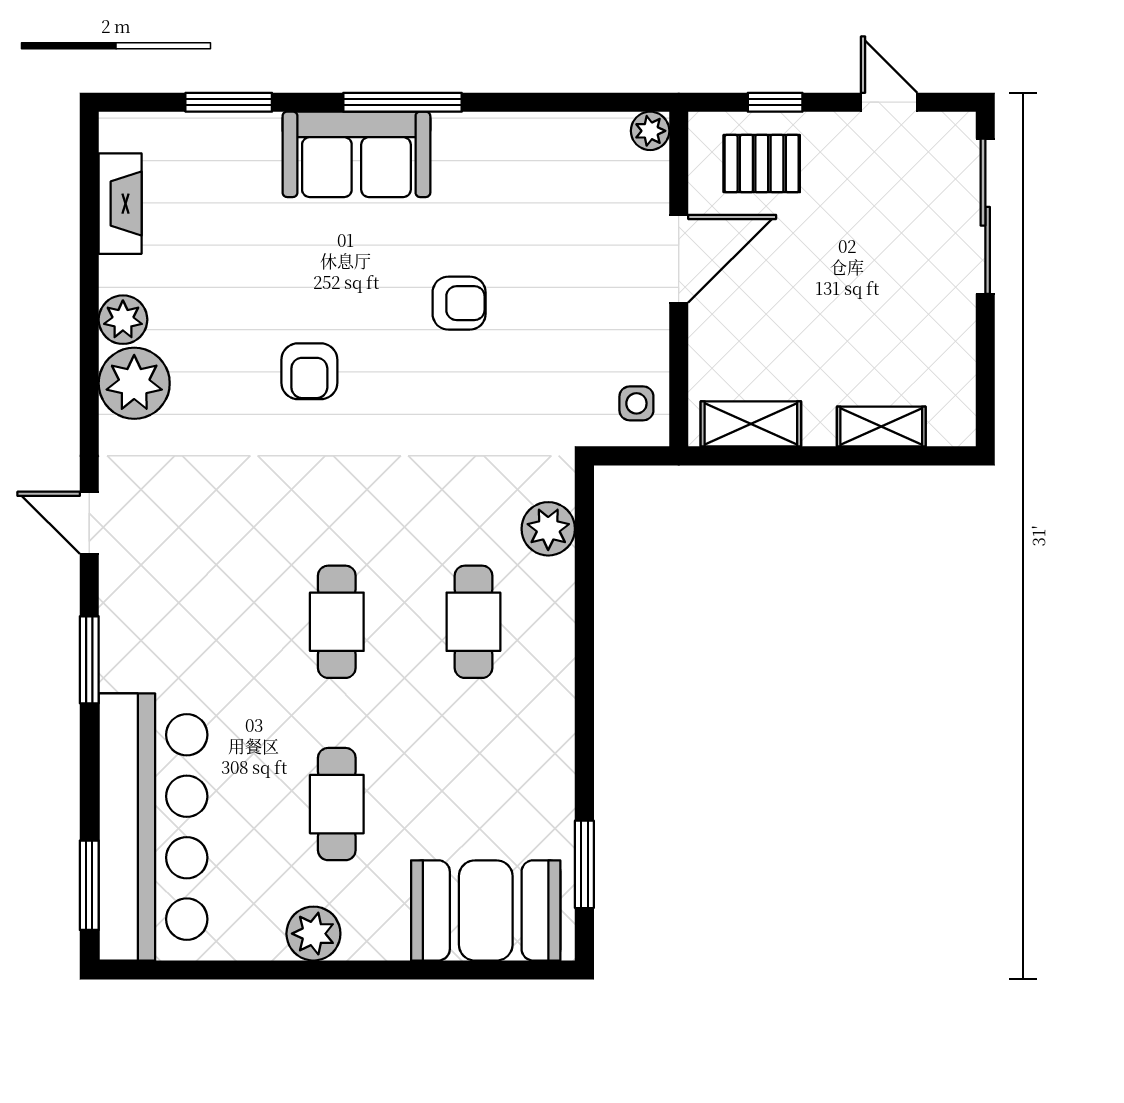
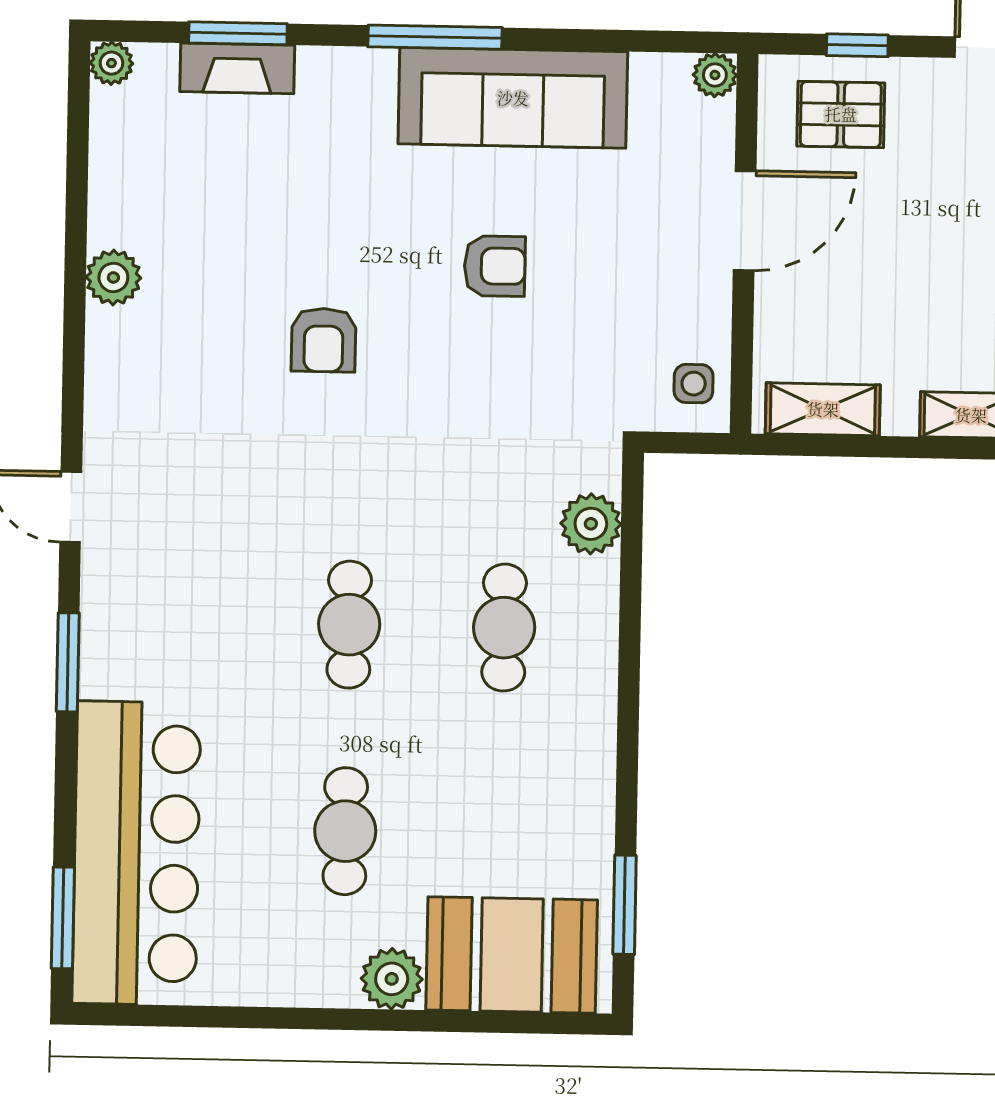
sofa: (356, 154) -> (513, 98), moved, width x1.36
fireplace: (120, 204) -> (237, 68), moved, turned 90
plant: (134, 383) -> (111, 63), moved, width x0.53, depth x0.53
plant: (313, 934) -> (392, 979), moved

